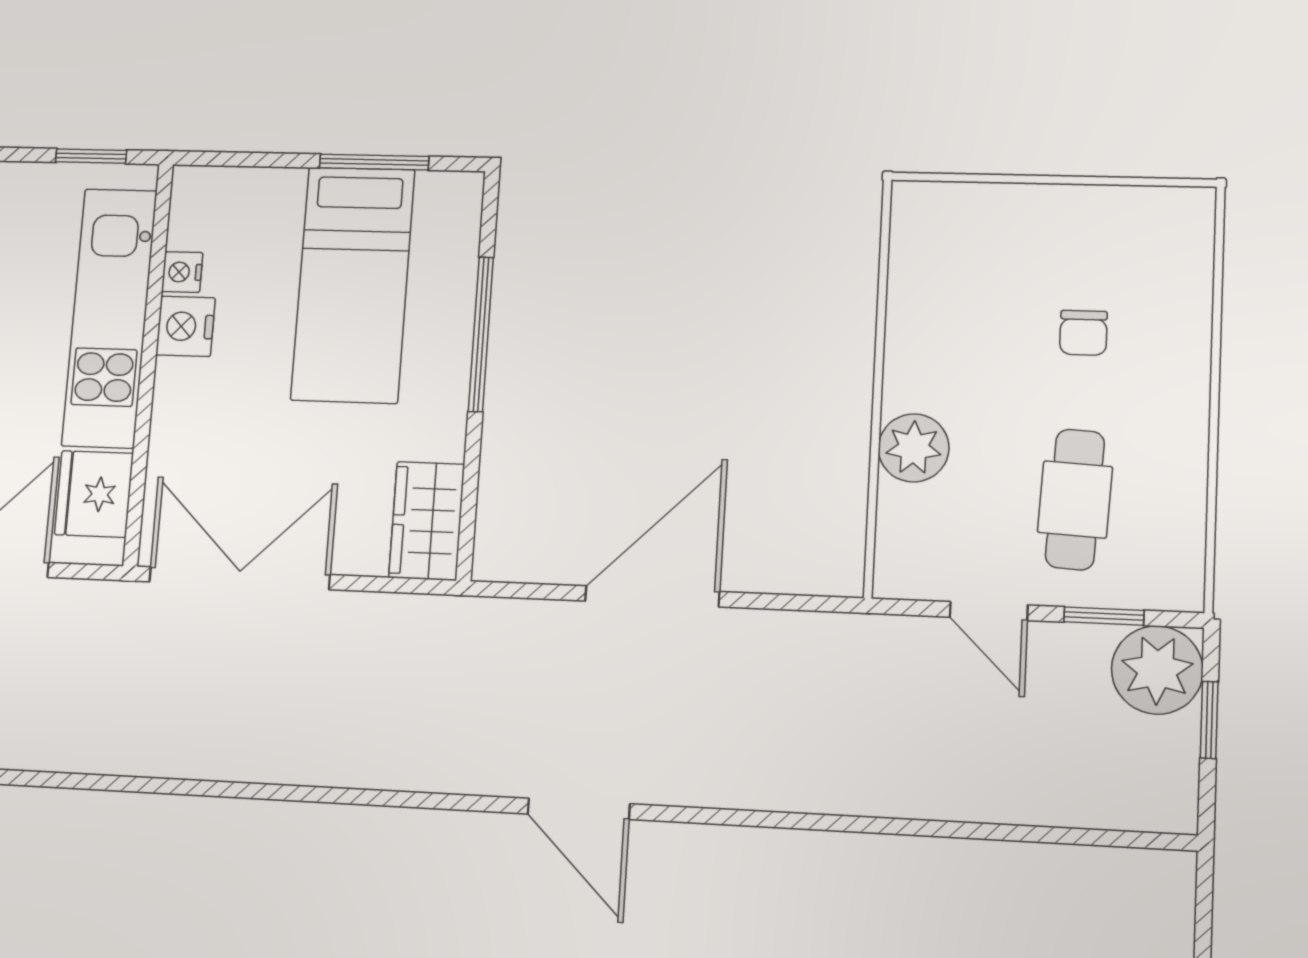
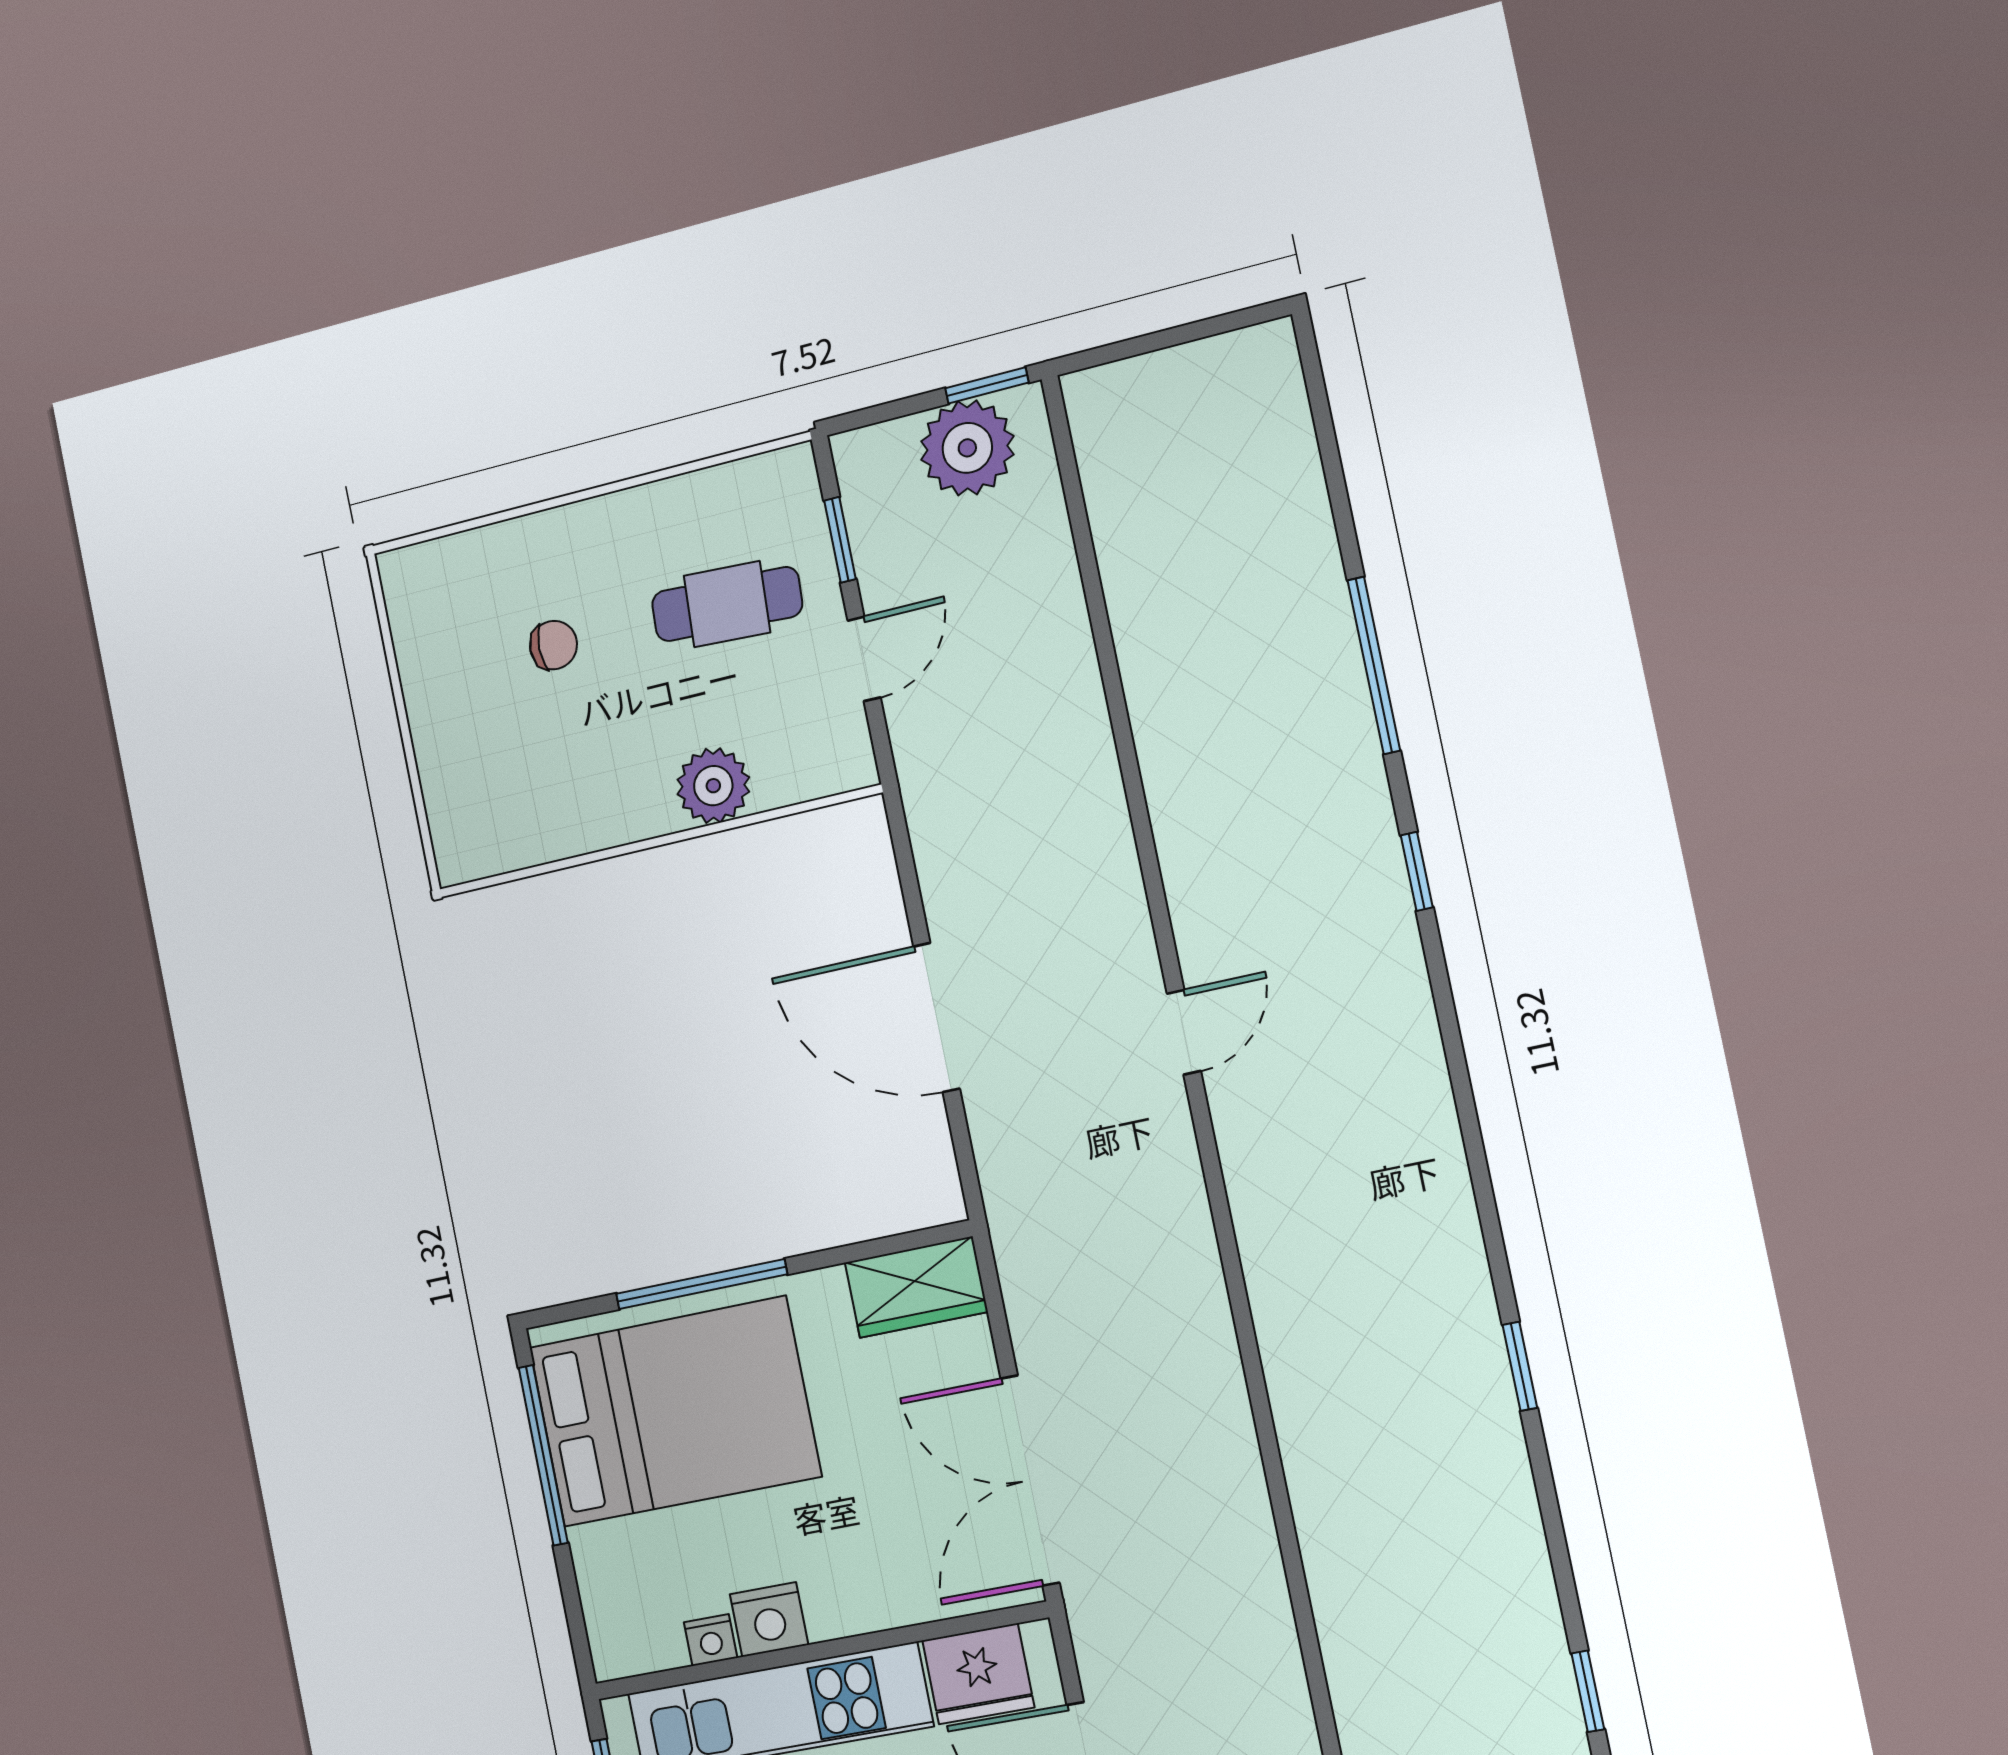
window: (374, 162) -> (543, 1455), width x1.44
bed: (353, 285) -> (675, 1412), width x1.50
plant: (1157, 670) -> (967, 448), moved
window: (1209, 720) -> (987, 385), moved
door: (579, 809) -> (1184, 1032), width x0.73

